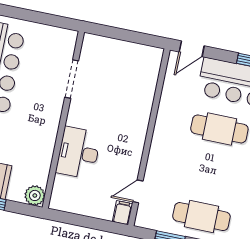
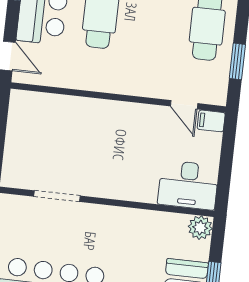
desk: (78, 153) -> (188, 185), moved

